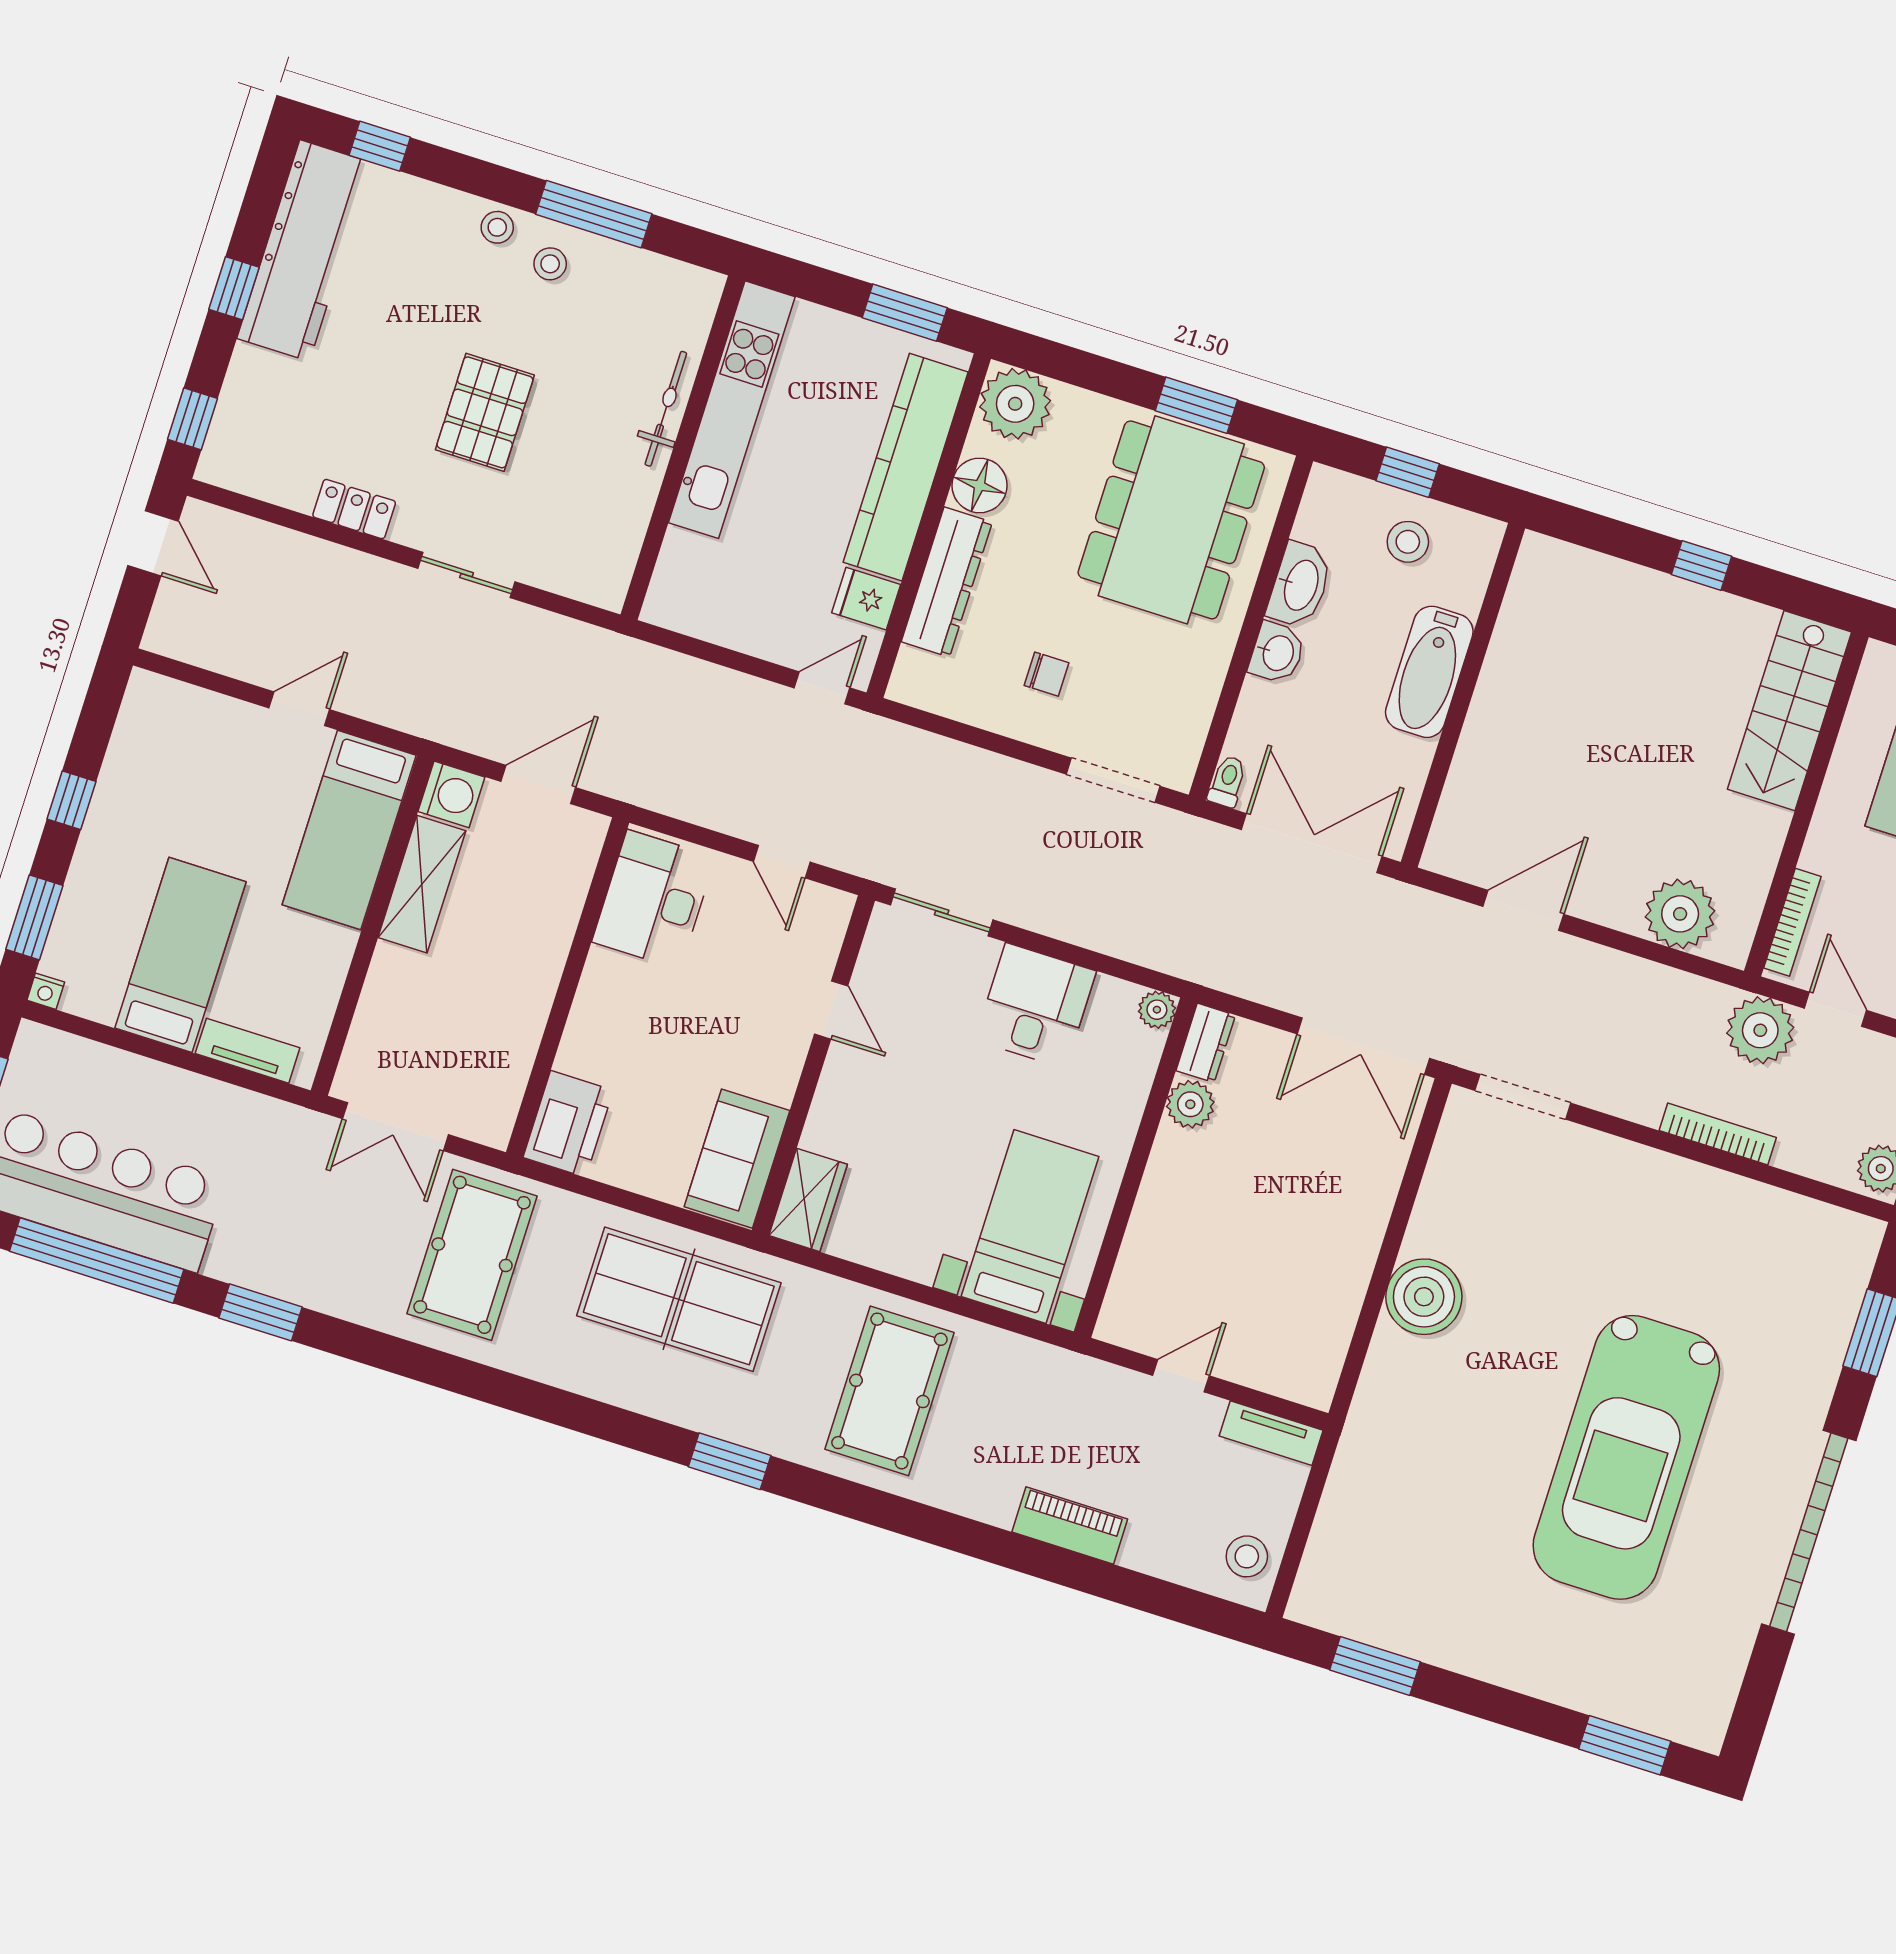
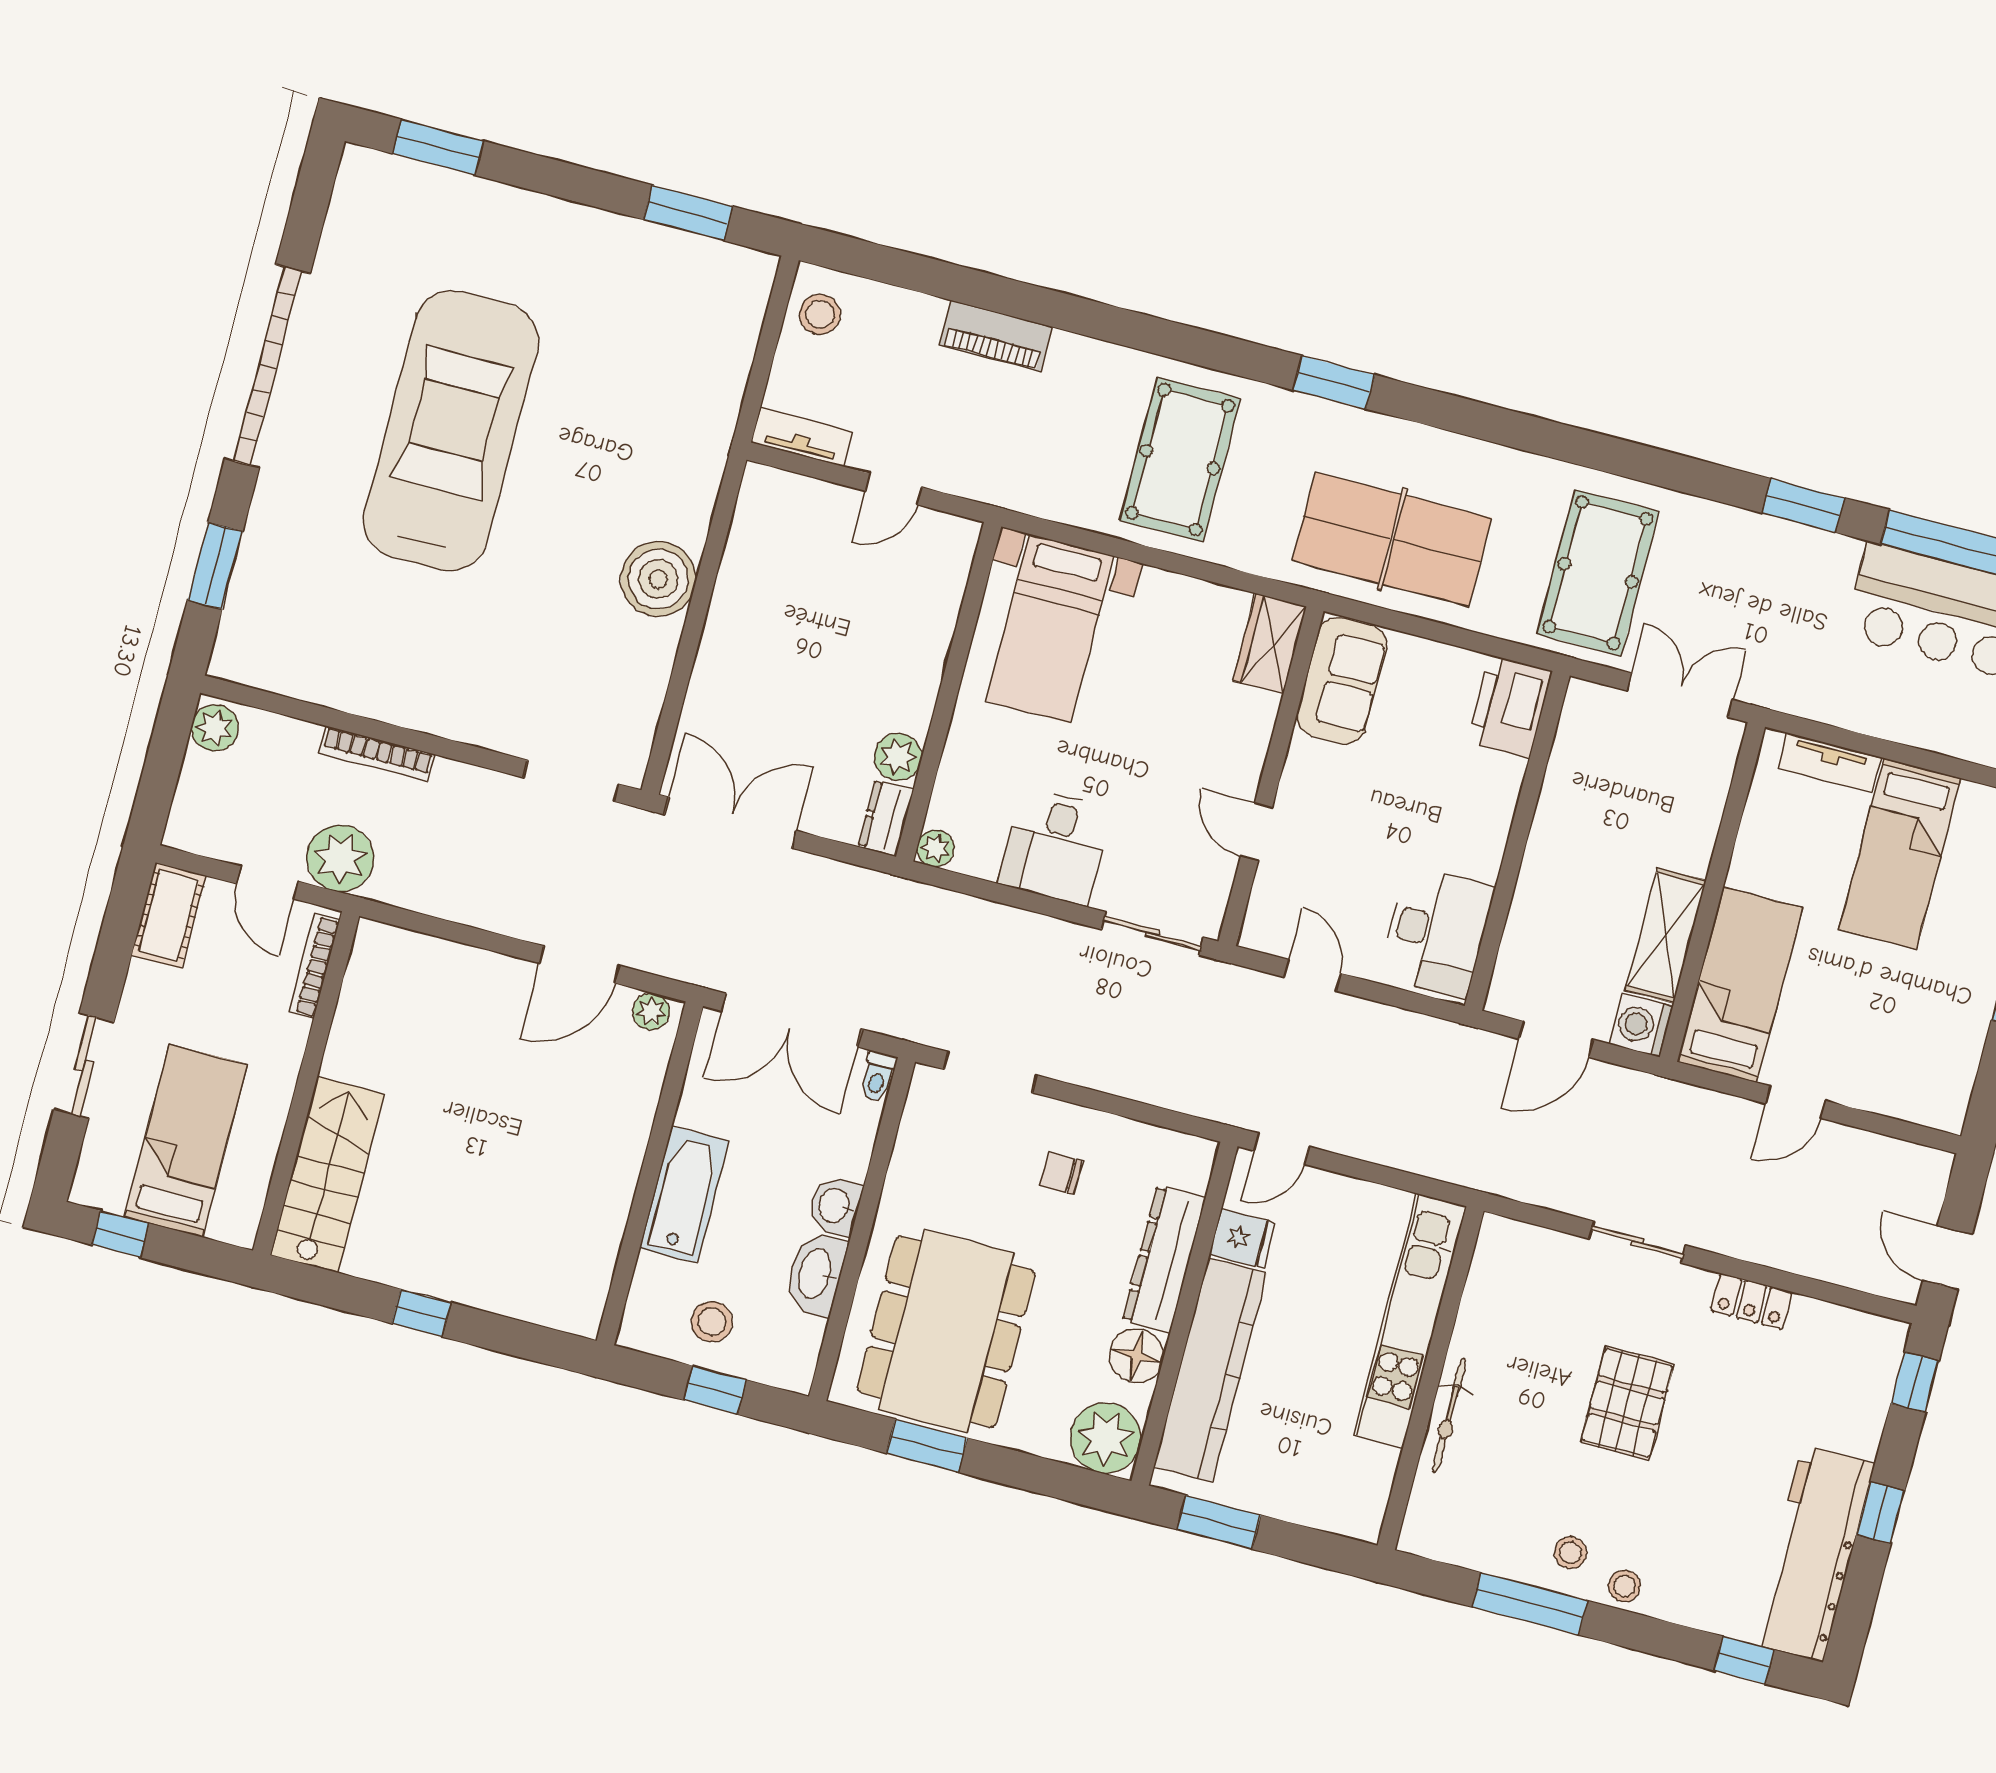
kitchen unit: (732, 410) -> (1410, 1321), moved
plant: (1680, 914) -> (651, 1011), moved, width x0.53, depth x0.53

